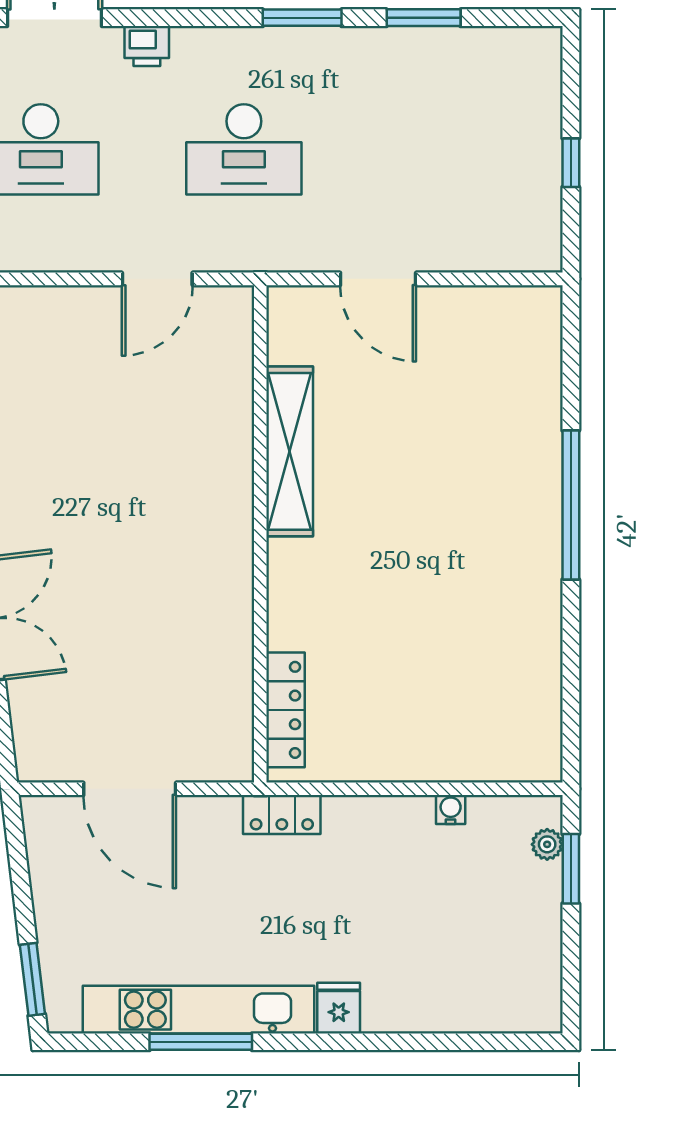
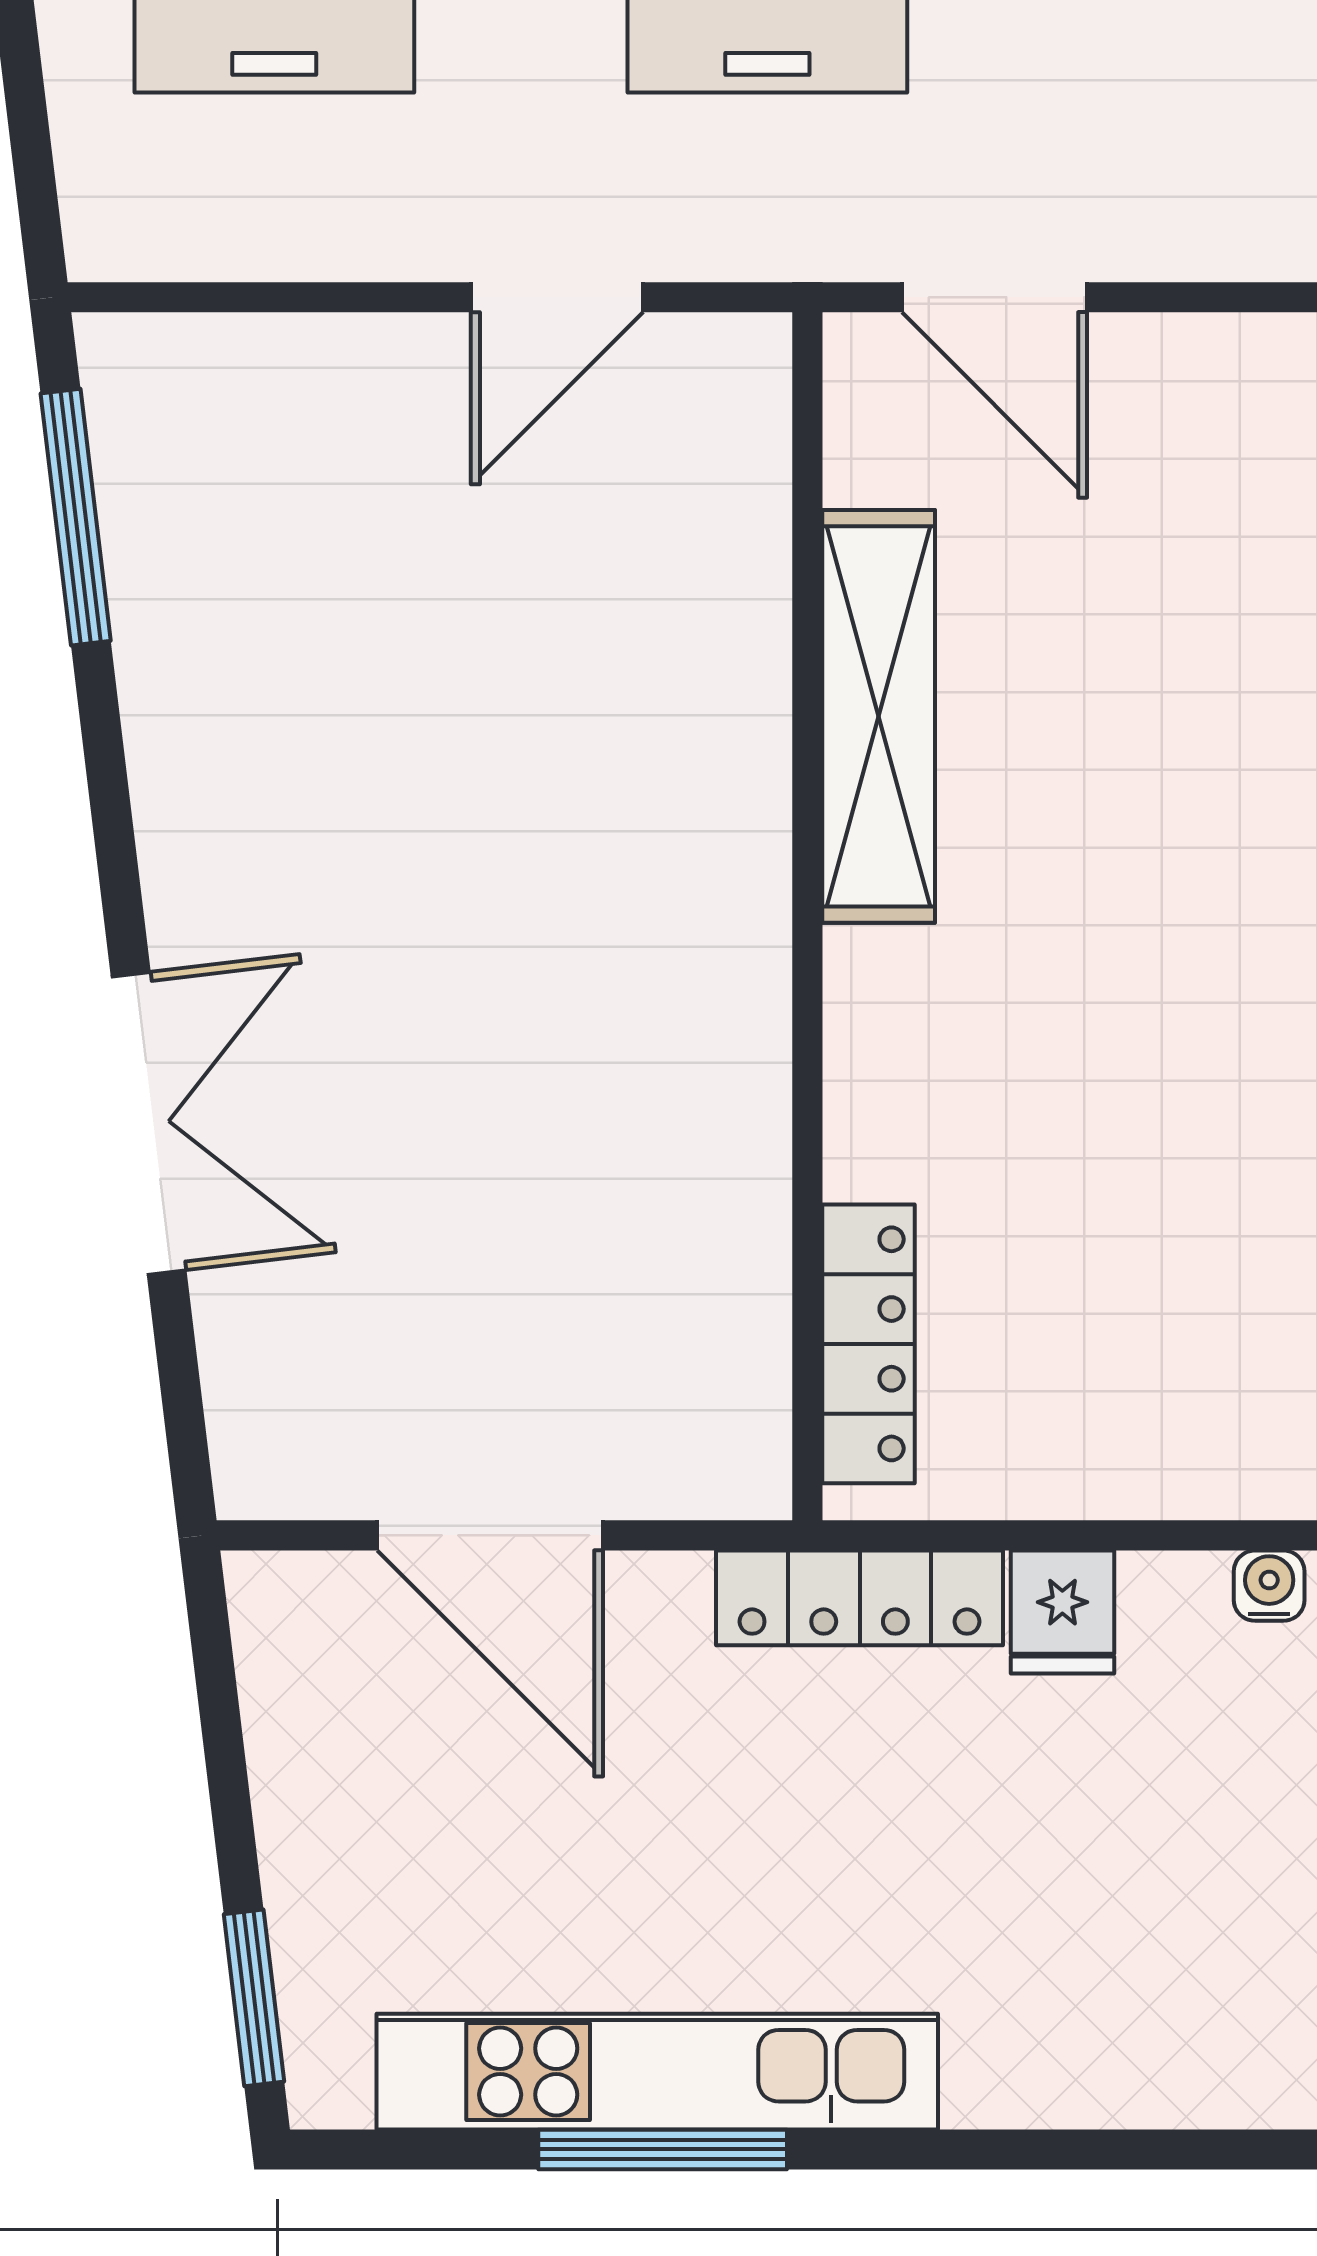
door: (378, 279) -> (995, 297), moved
locker: (282, 815) -> (860, 1598), width x1.53
fridge: (339, 1008) -> (1062, 1612), moved, turned 180

